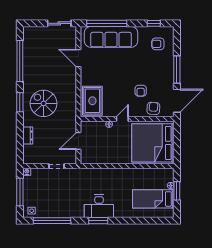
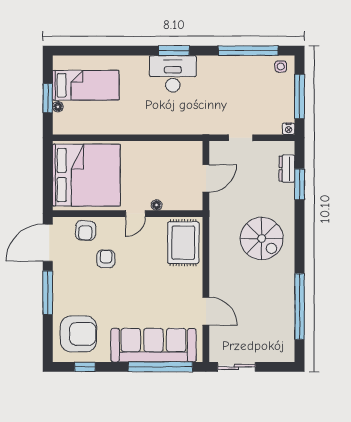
armchair: (158, 44) -> (78, 334), width x1.88, depth x1.88
window: (20, 102) -> (300, 184), moved
dresser: (28, 136) -> (287, 169), moved

